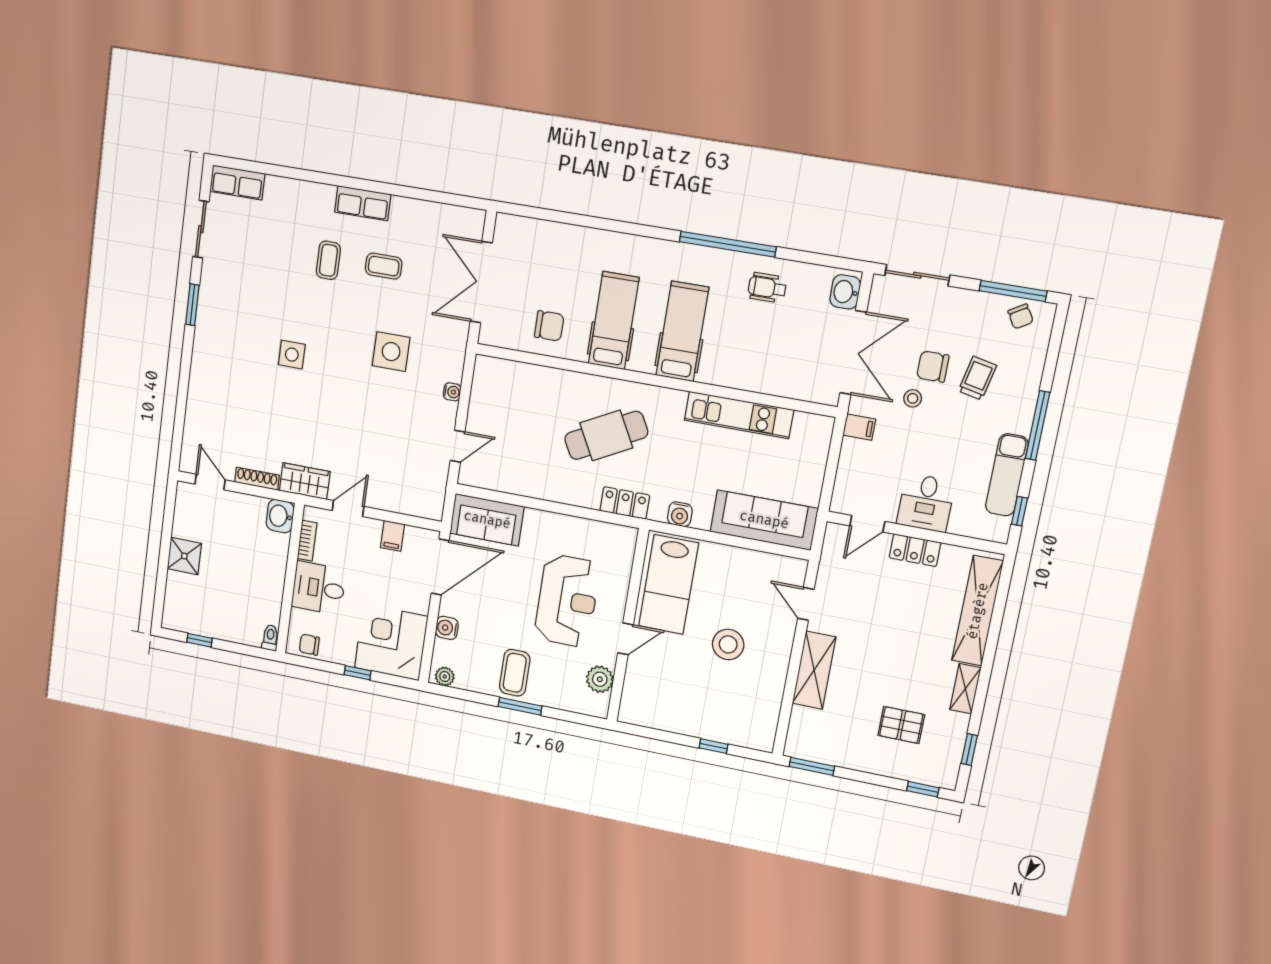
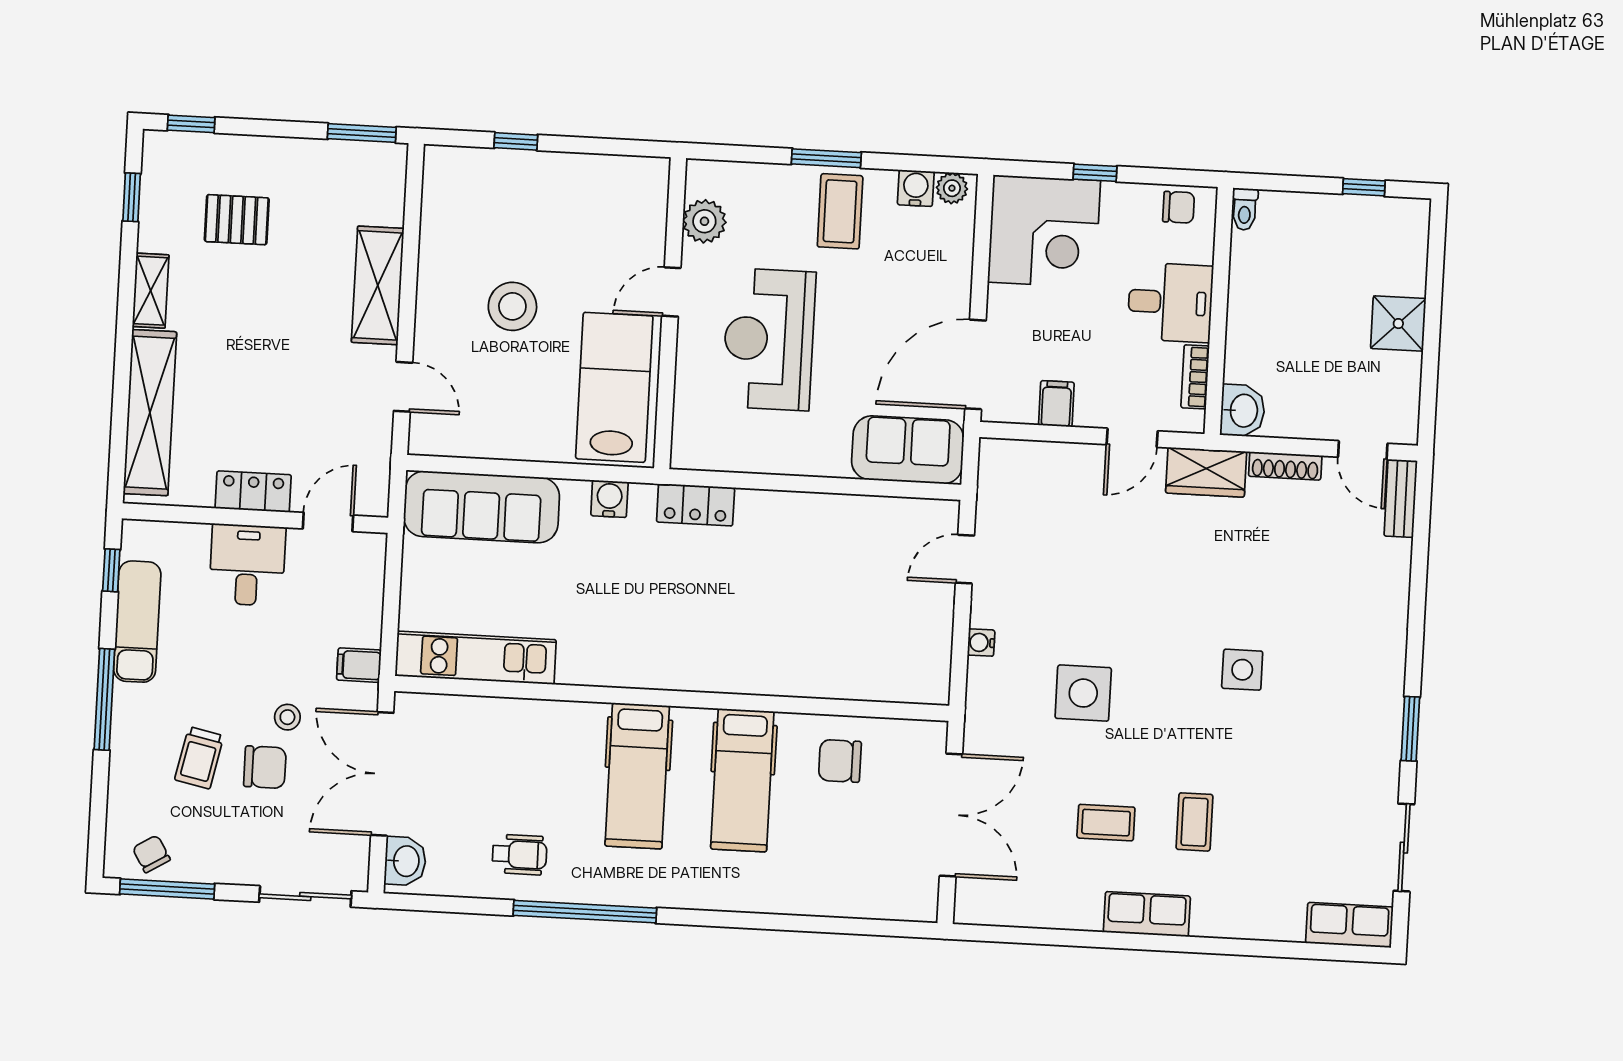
kitchen unit: (739, 415) -> (476, 658), moved
cafe table: (606, 435) -> (735, 605), removed
bench: (189, 449) -> (1401, 498), added
water cooler: (447, 628) -> (916, 188), moved, turned -90

